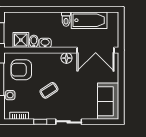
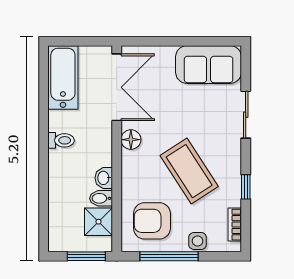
bathtub: (89, 20) -> (63, 77), moved
armchair: (21, 70) -> (152, 221), turned 90
coffee table: (49, 90) -> (189, 171), width x1.86, depth x1.72
sliding door: (69, 122) -> (246, 115), moved

